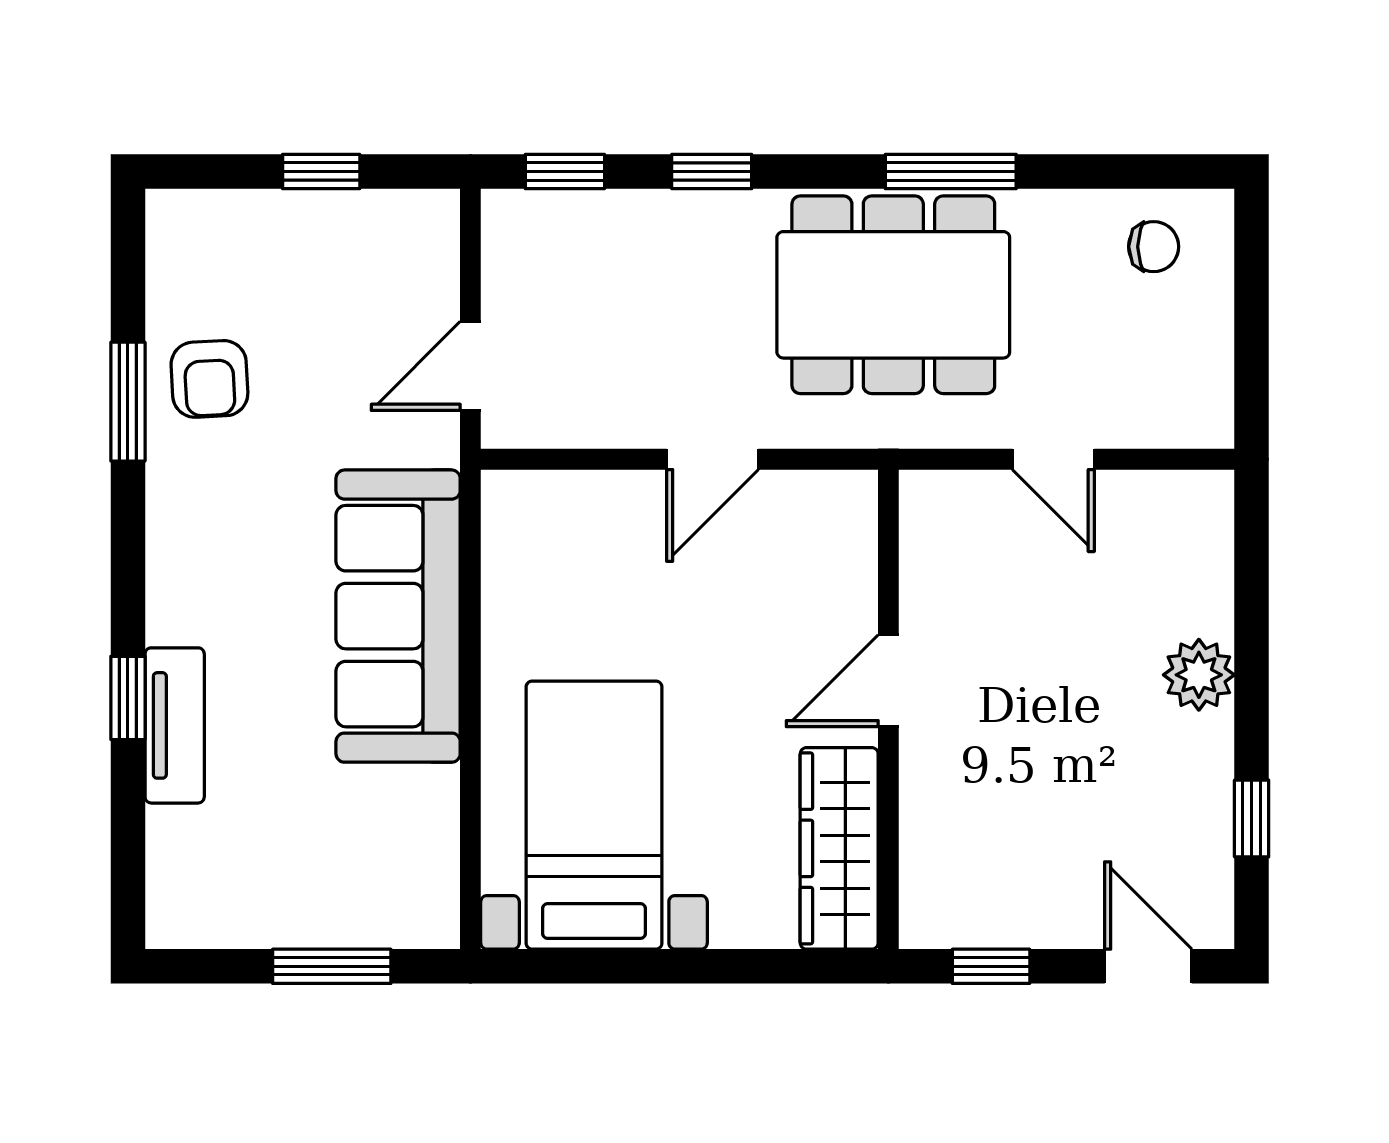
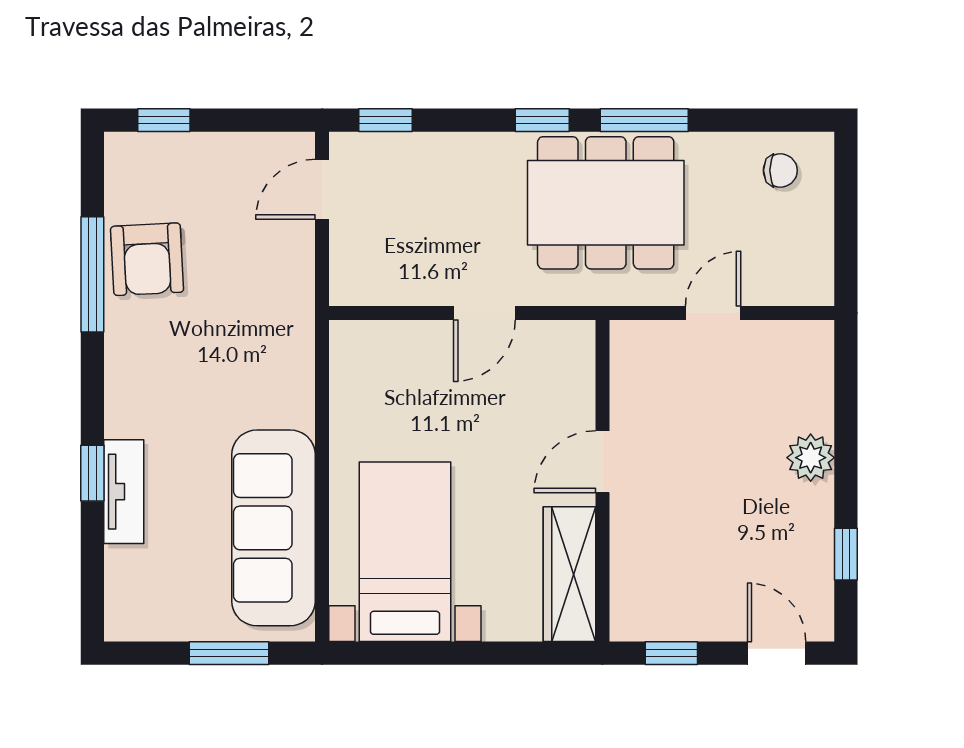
window: (321, 172) -> (164, 120), moved
window: (712, 172) -> (542, 120), moved
door: (470, 366) -> (322, 189), moved
armchair: (209, 379) -> (147, 259), width x1.38, depth x1.38
window: (128, 402) -> (92, 274), width x1.44
door: (1053, 459) -> (713, 313), swing flipped
sofa: (398, 616) -> (274, 528), moved

